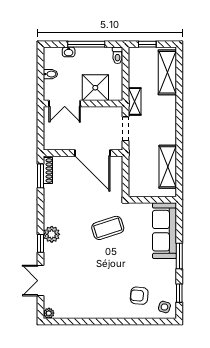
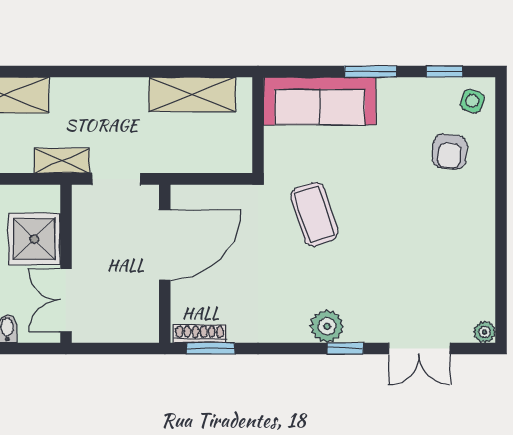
double door: (65, 104) -> (66, 300), swing flipped

